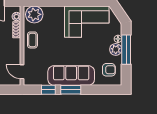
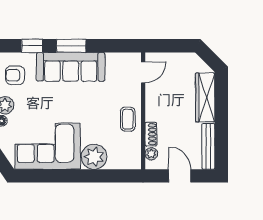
plant: (34, 14) -> (94, 157), moved
door: (22, 72) -> (143, 72), hinge flipped
window: (48, 90) -> (32, 46), moved

